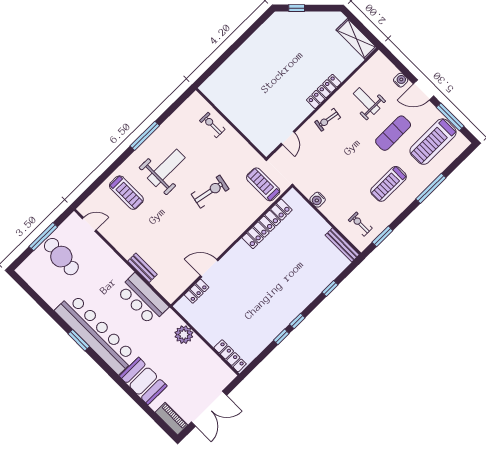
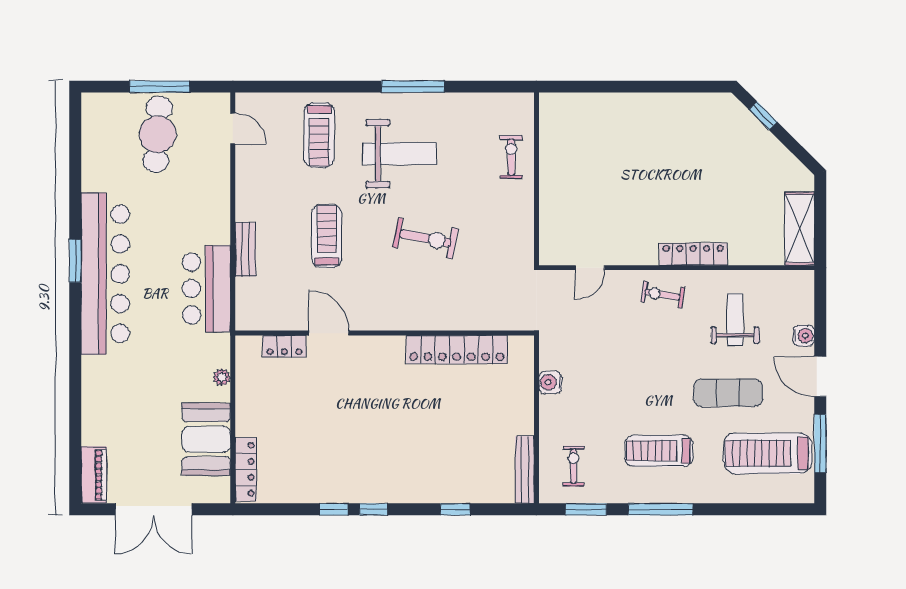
treadmill: (263, 184) -> (327, 236), moved
window: (431, 188) -> (660, 509), moved
plant: (184, 335) -> (222, 377), width x0.53, depth x0.53
booth: (143, 381) -> (206, 439), moved

